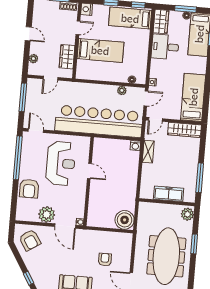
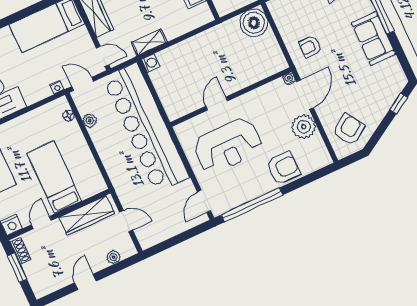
door: (78, 28) -> (41, 222), hinge flipped
wardrobe: (67, 57) -> (87, 216), width x1.50
window: (23, 97) -> (171, 242), removed
reception desk: (61, 163) -> (228, 146), turned 180
armchair: (105, 260) -> (310, 47), moved

